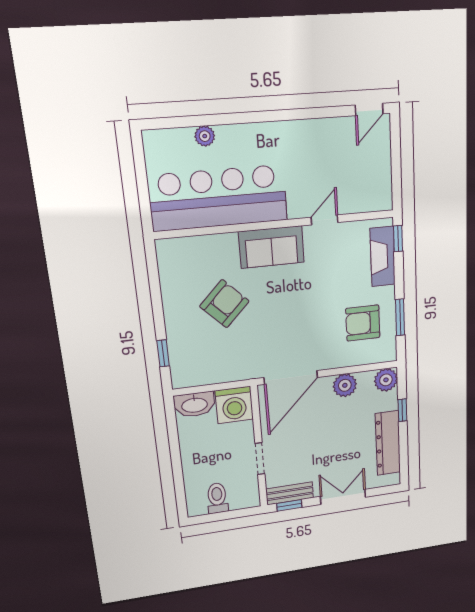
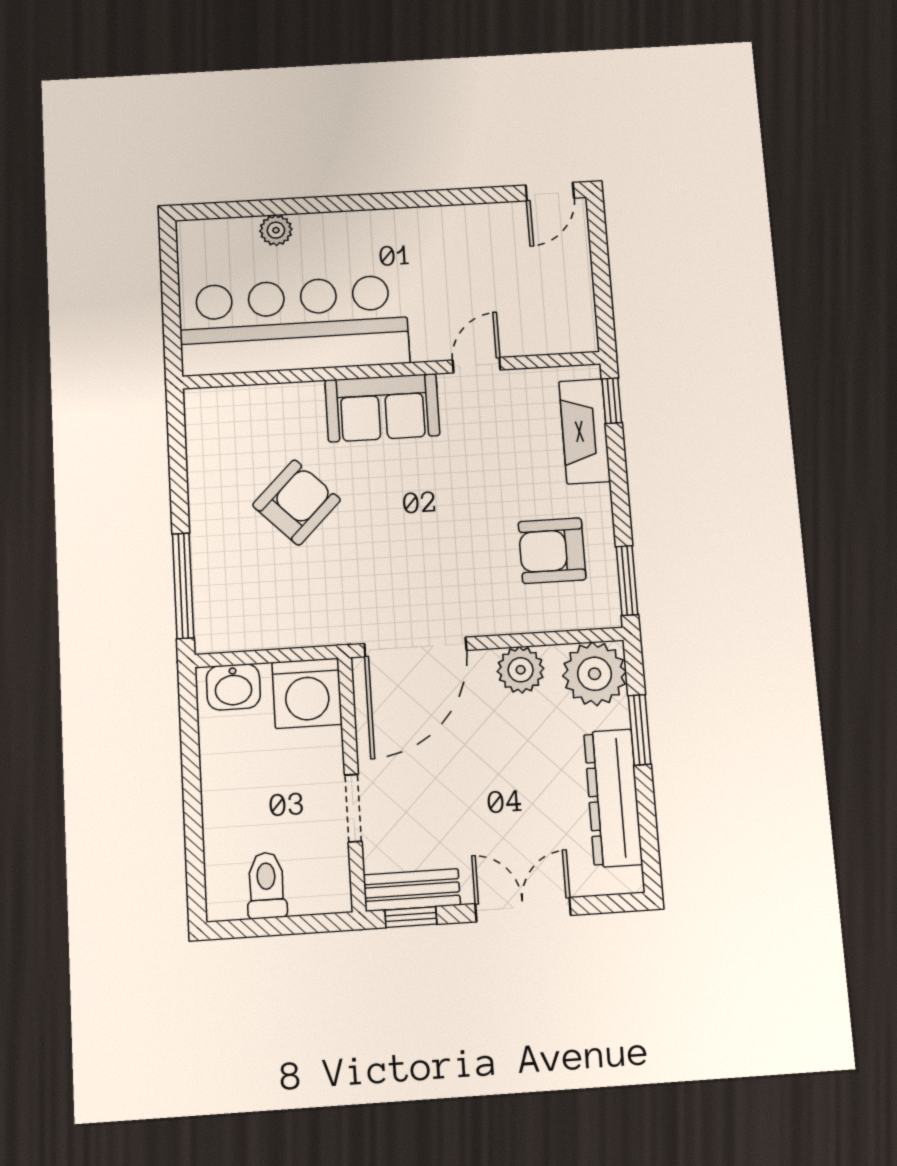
window: (400, 317) -> (627, 581), moved
window: (163, 353) -> (183, 586), width x2.17
plant: (386, 380) -> (595, 674), width x1.36, depth x1.36
washbasin: (195, 405) -> (233, 687), width x0.72
window: (402, 410) -> (640, 730), width x1.50

